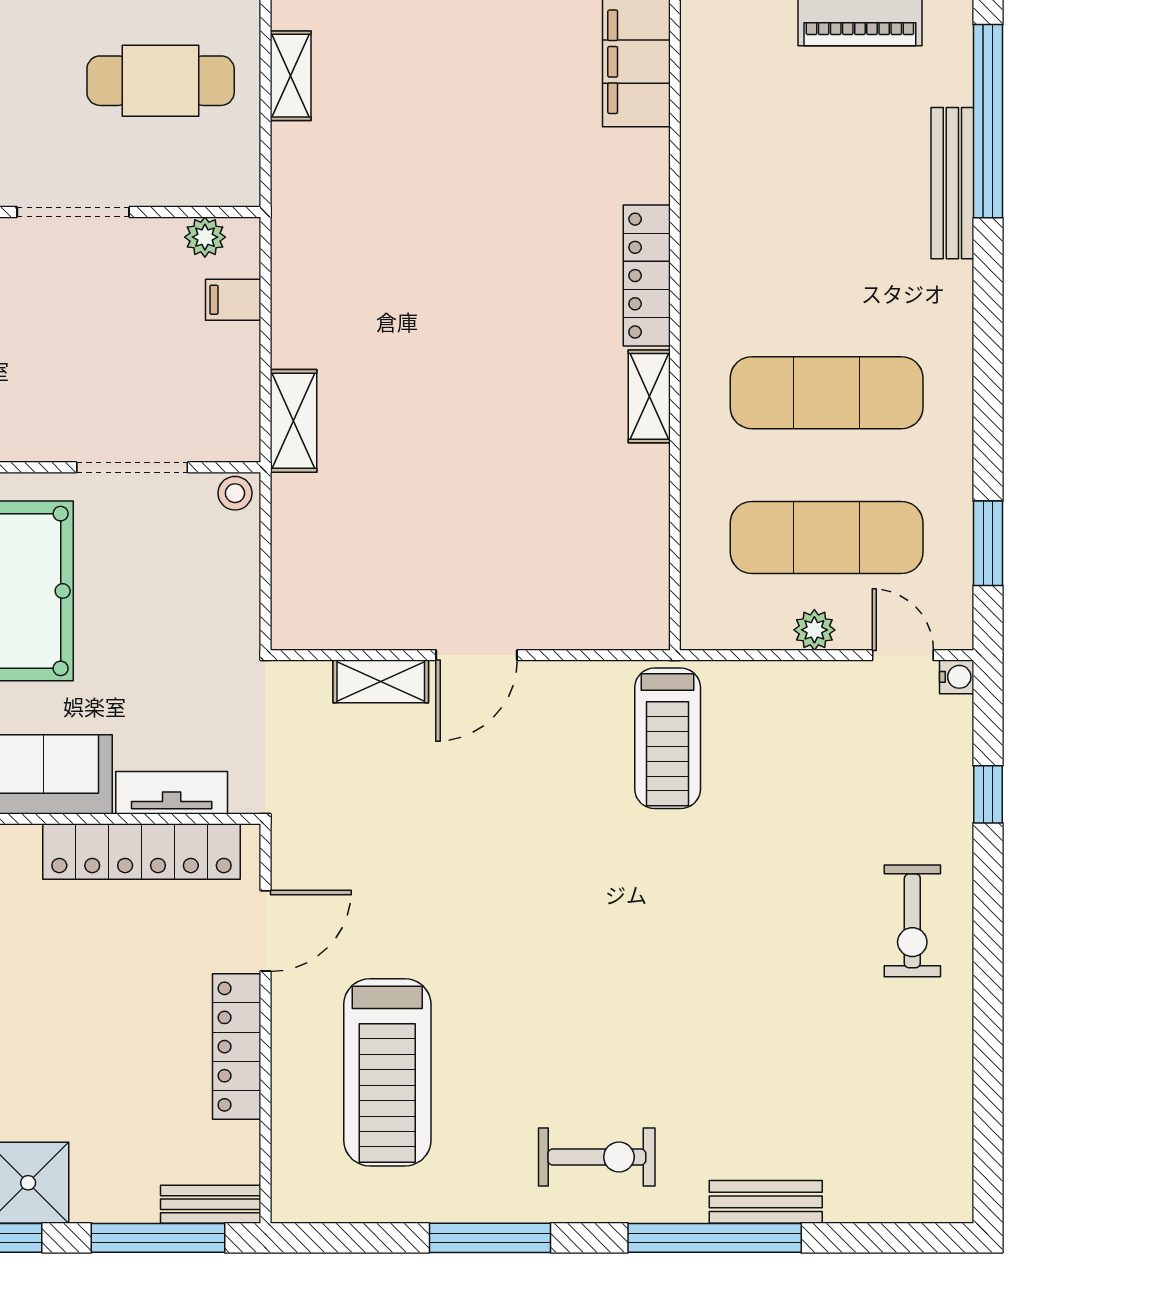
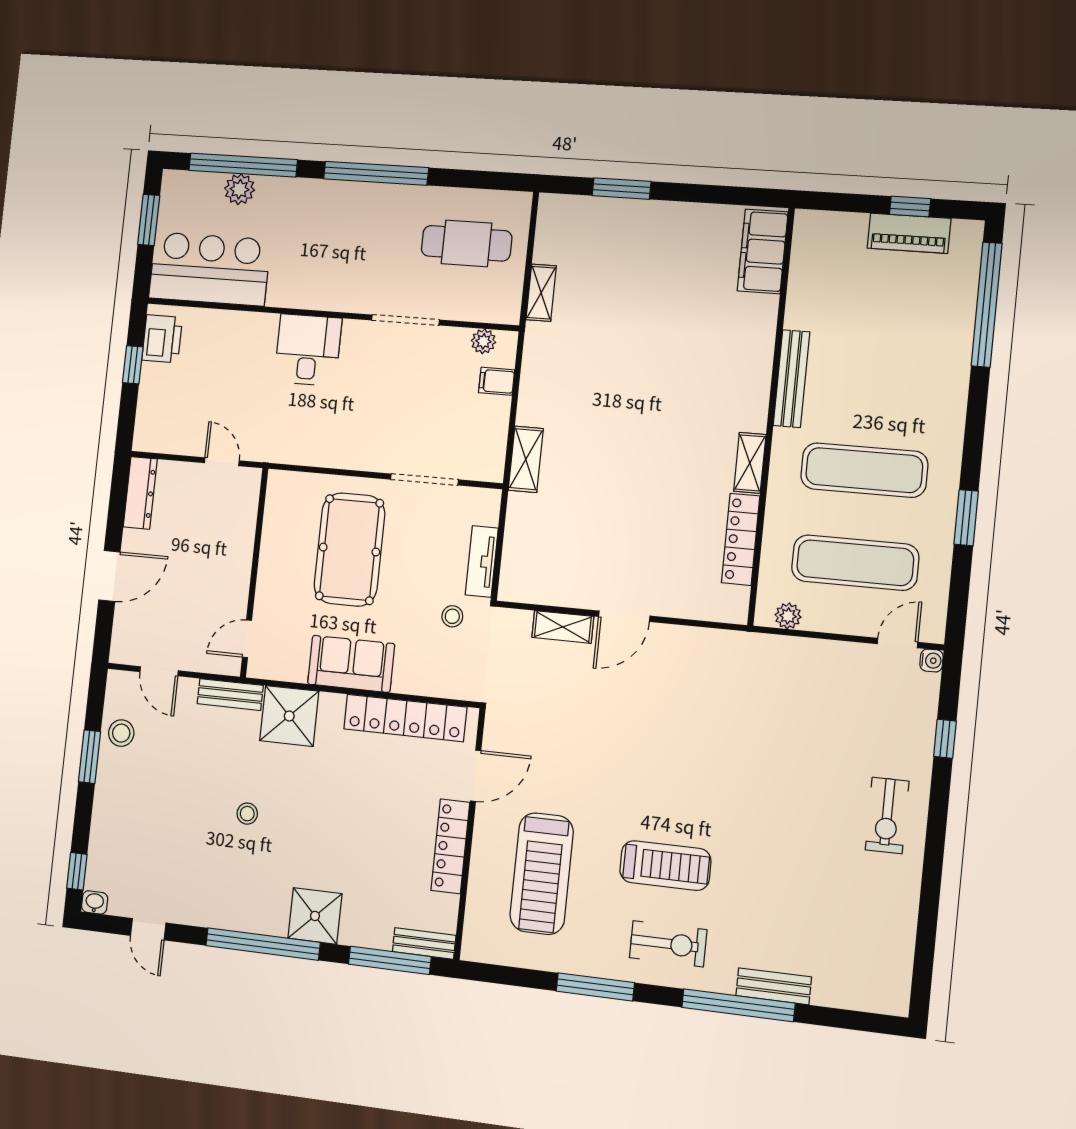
shelving: (291, 76) -> (541, 293), moved
bench: (952, 183) -> (791, 379), moved
locker: (647, 276) -> (741, 539), moved
stool: (235, 493) -> (452, 616), moved
window: (988, 543) -> (966, 518), moved
plant: (814, 630) -> (788, 616), moved
door: (903, 655) -> (898, 643), hinge flipped
treadmill: (668, 738) -> (665, 866), moved, turned -90
tv unit: (172, 793) -> (482, 561), moved, turned -90

